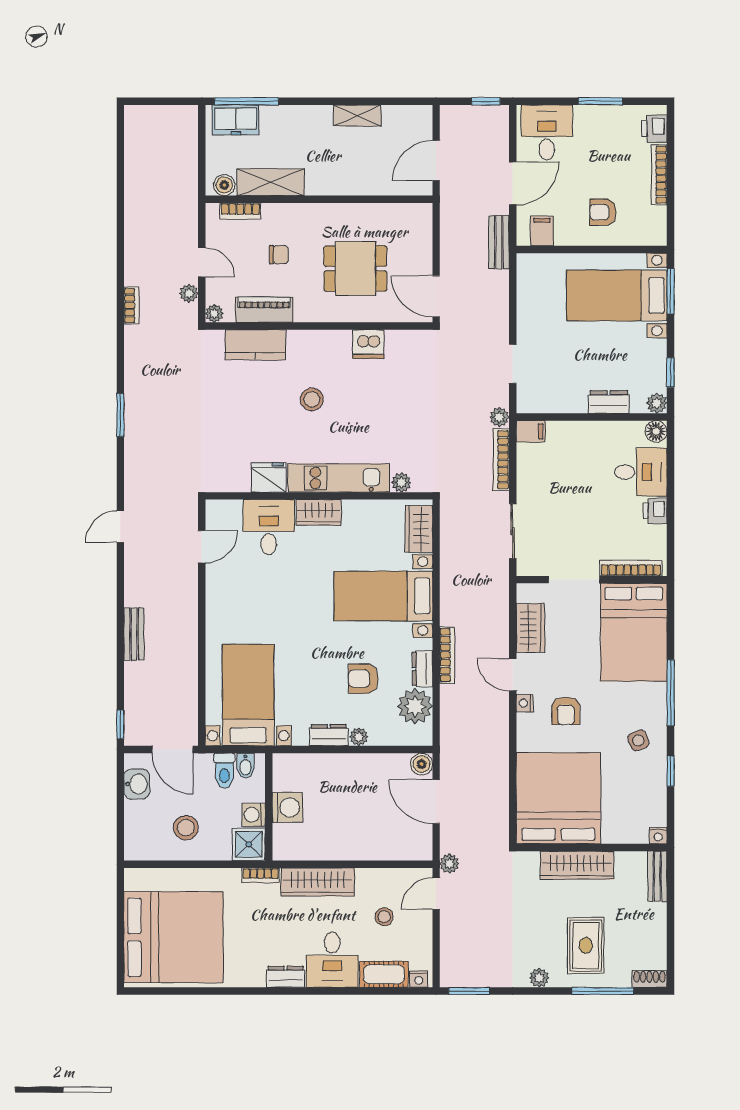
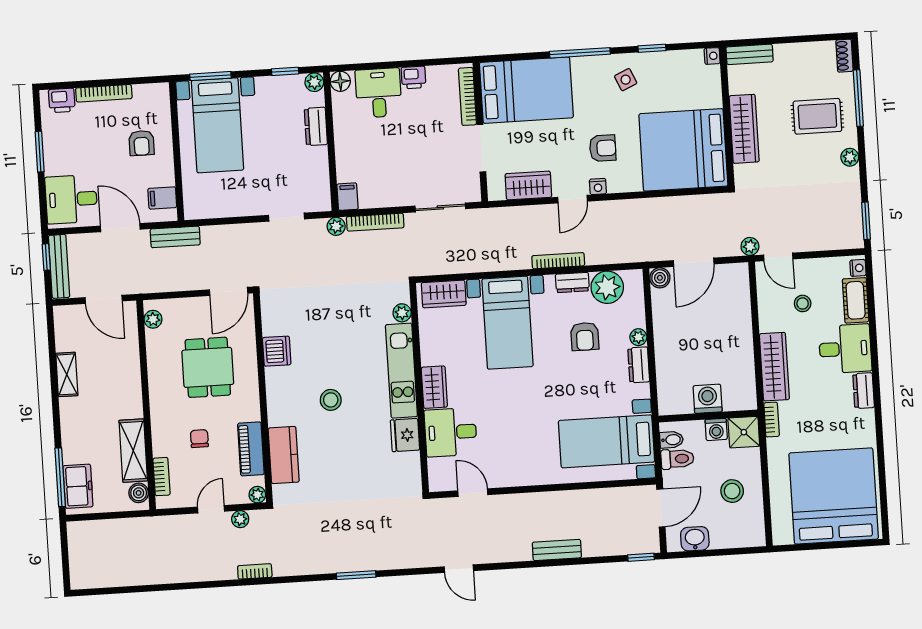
bench: (475, 114) -> (59, 266), added
plant: (411, 213) -> (153, 319), added

